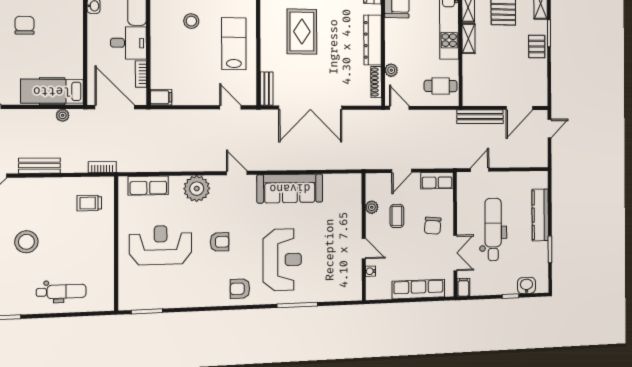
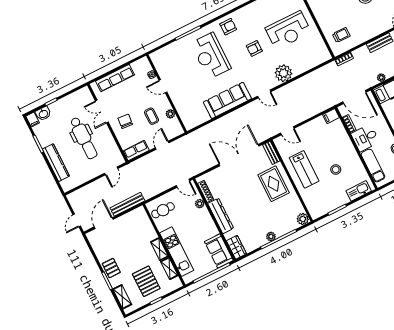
rug: (302, 32) -> (273, 184), moved
row of seats: (148, 186) -> (313, 61), removed
filing cabinet: (463, 287) -> (33, 120), moved

